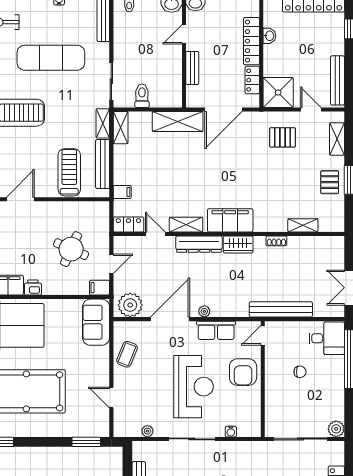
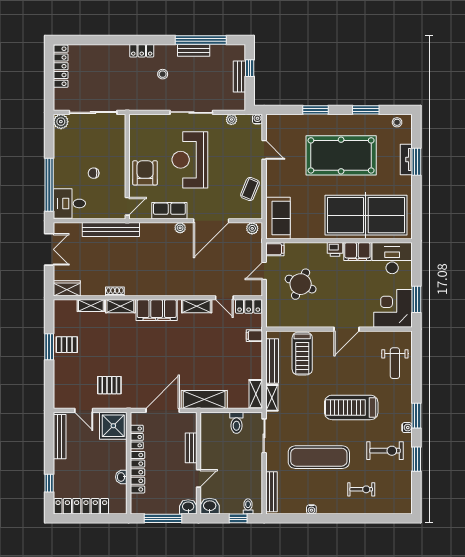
shelving: (337, 139) -> (120, 306), moved, turned 90
pallet: (330, 182) -> (67, 345), turned 90
dresser: (199, 244) -> (185, 289), removed
wardrobe: (238, 244) -> (67, 288), moved
plant: (130, 305) -> (252, 228), width x0.53, depth x0.53
water cooler: (231, 432) -> (257, 119), moved
window: (86, 442) -> (316, 110), moved

